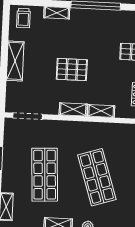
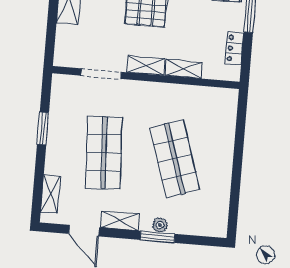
doorway: (28, 116) -> (101, 74), moved

